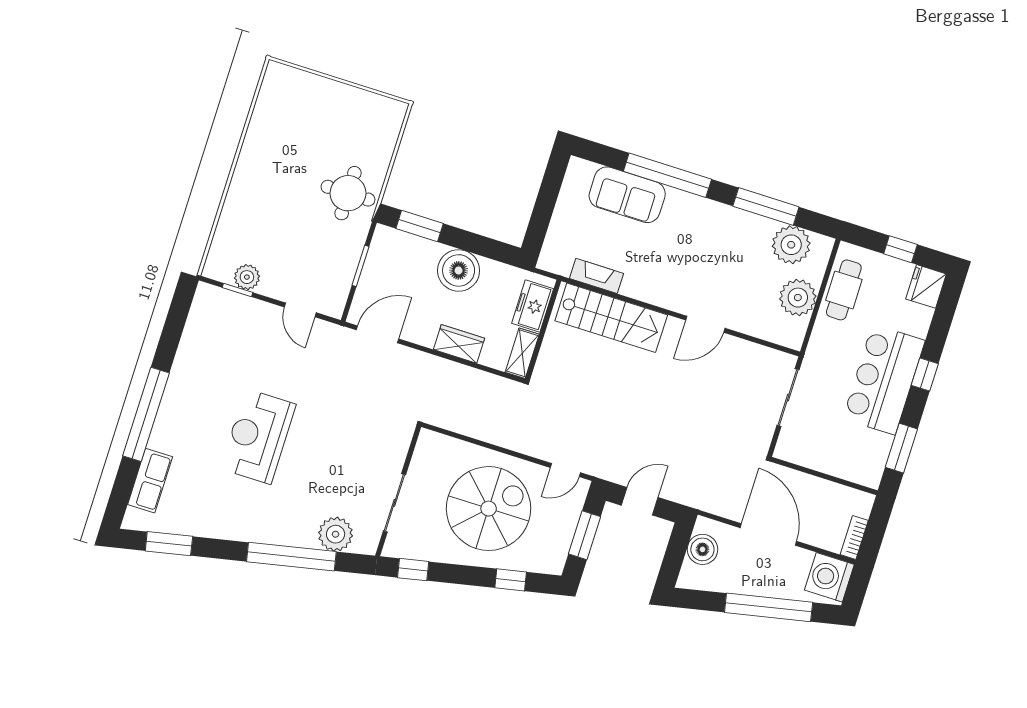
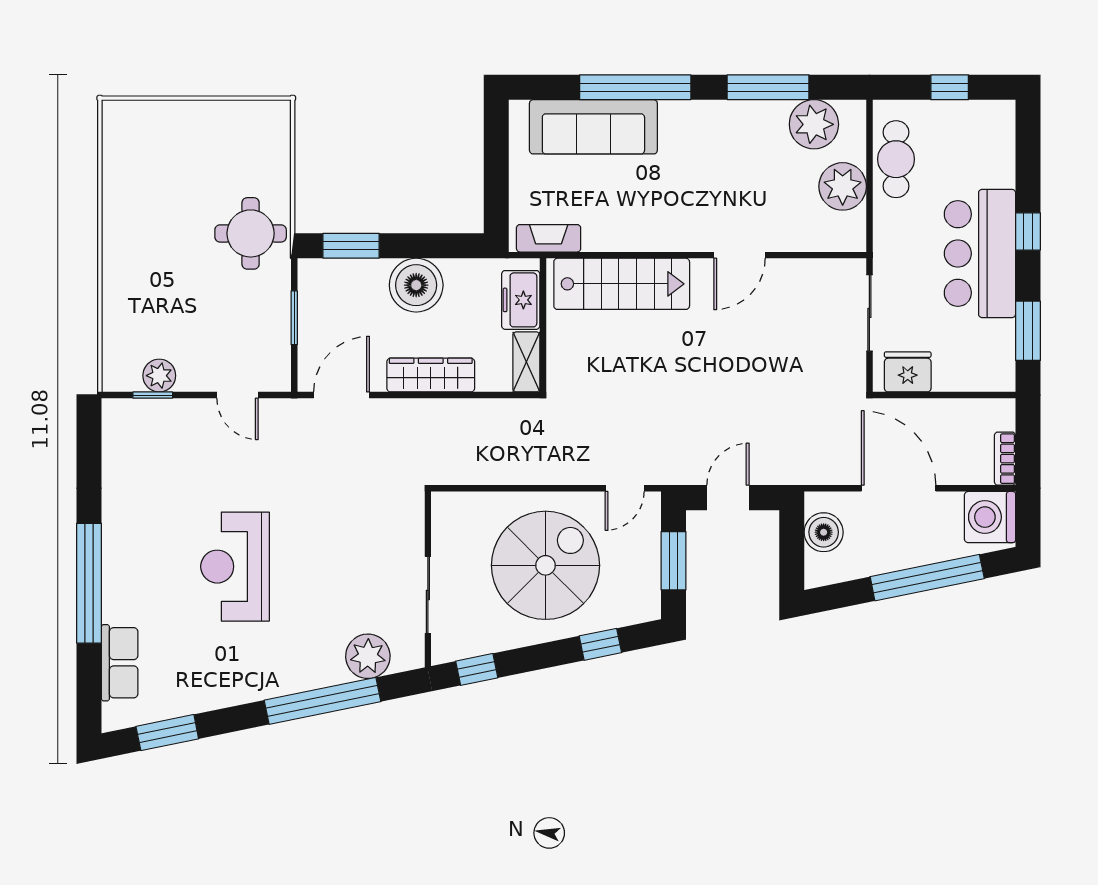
sofa: (627, 195) -> (593, 127), width x1.36
fireplace: (596, 276) -> (549, 238), moved
fridge: (926, 286) -> (908, 372), moved, turned 90
wardrobe: (459, 344) -> (431, 375), width x1.50

